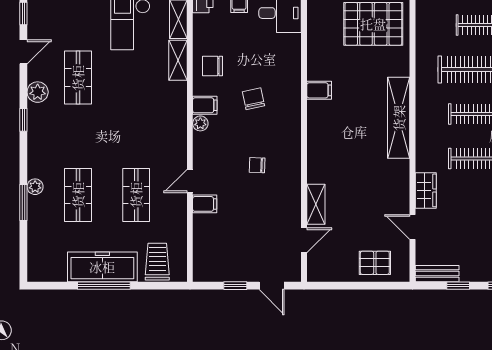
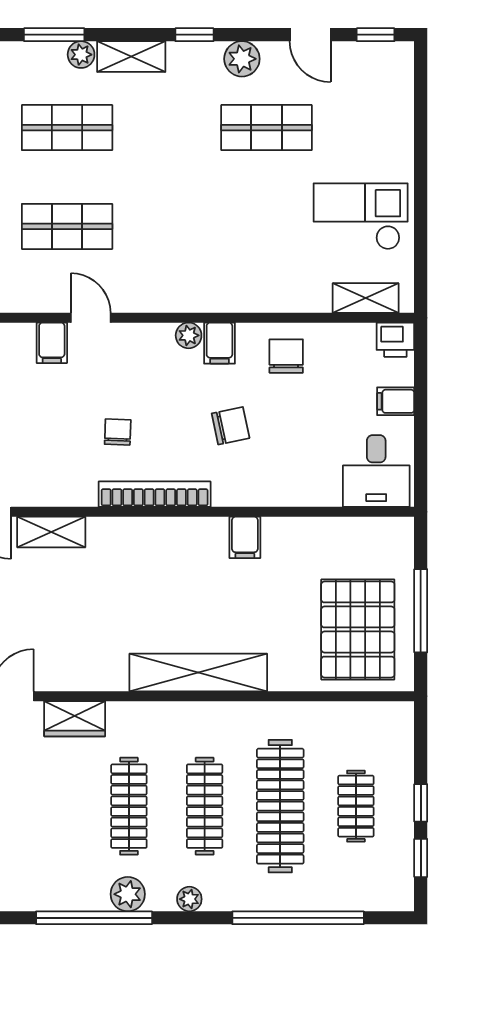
shelving: (178, 60) -> (131, 57), moved
bookcase: (294, 143) -> (155, 494), added

